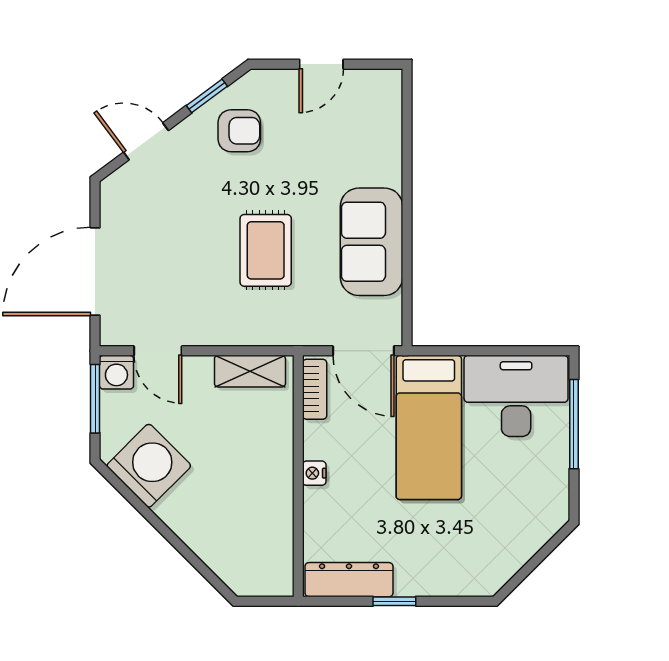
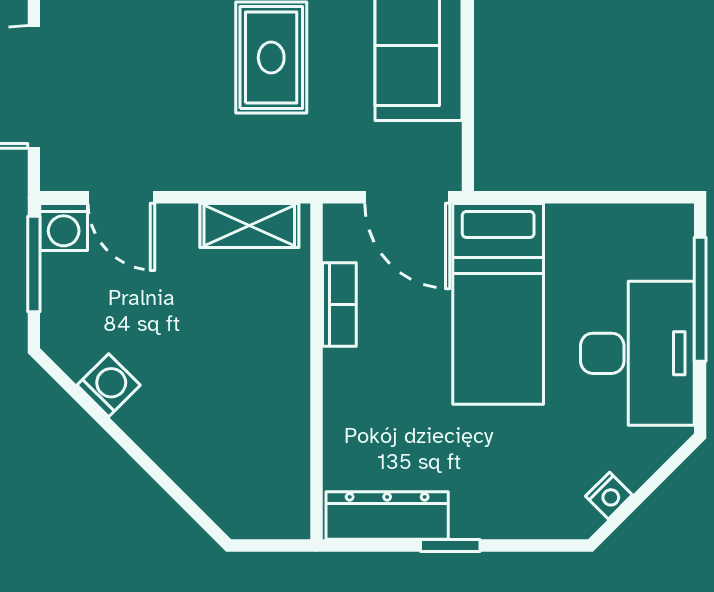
bookcase: (315, 389) -> (339, 304), moved
desk: (516, 396) -> (637, 353), moved, turned 90
washing machine: (149, 466) -> (109, 385), width x0.53, depth x0.53
nightstand: (314, 473) -> (609, 496), moved, turned -135

